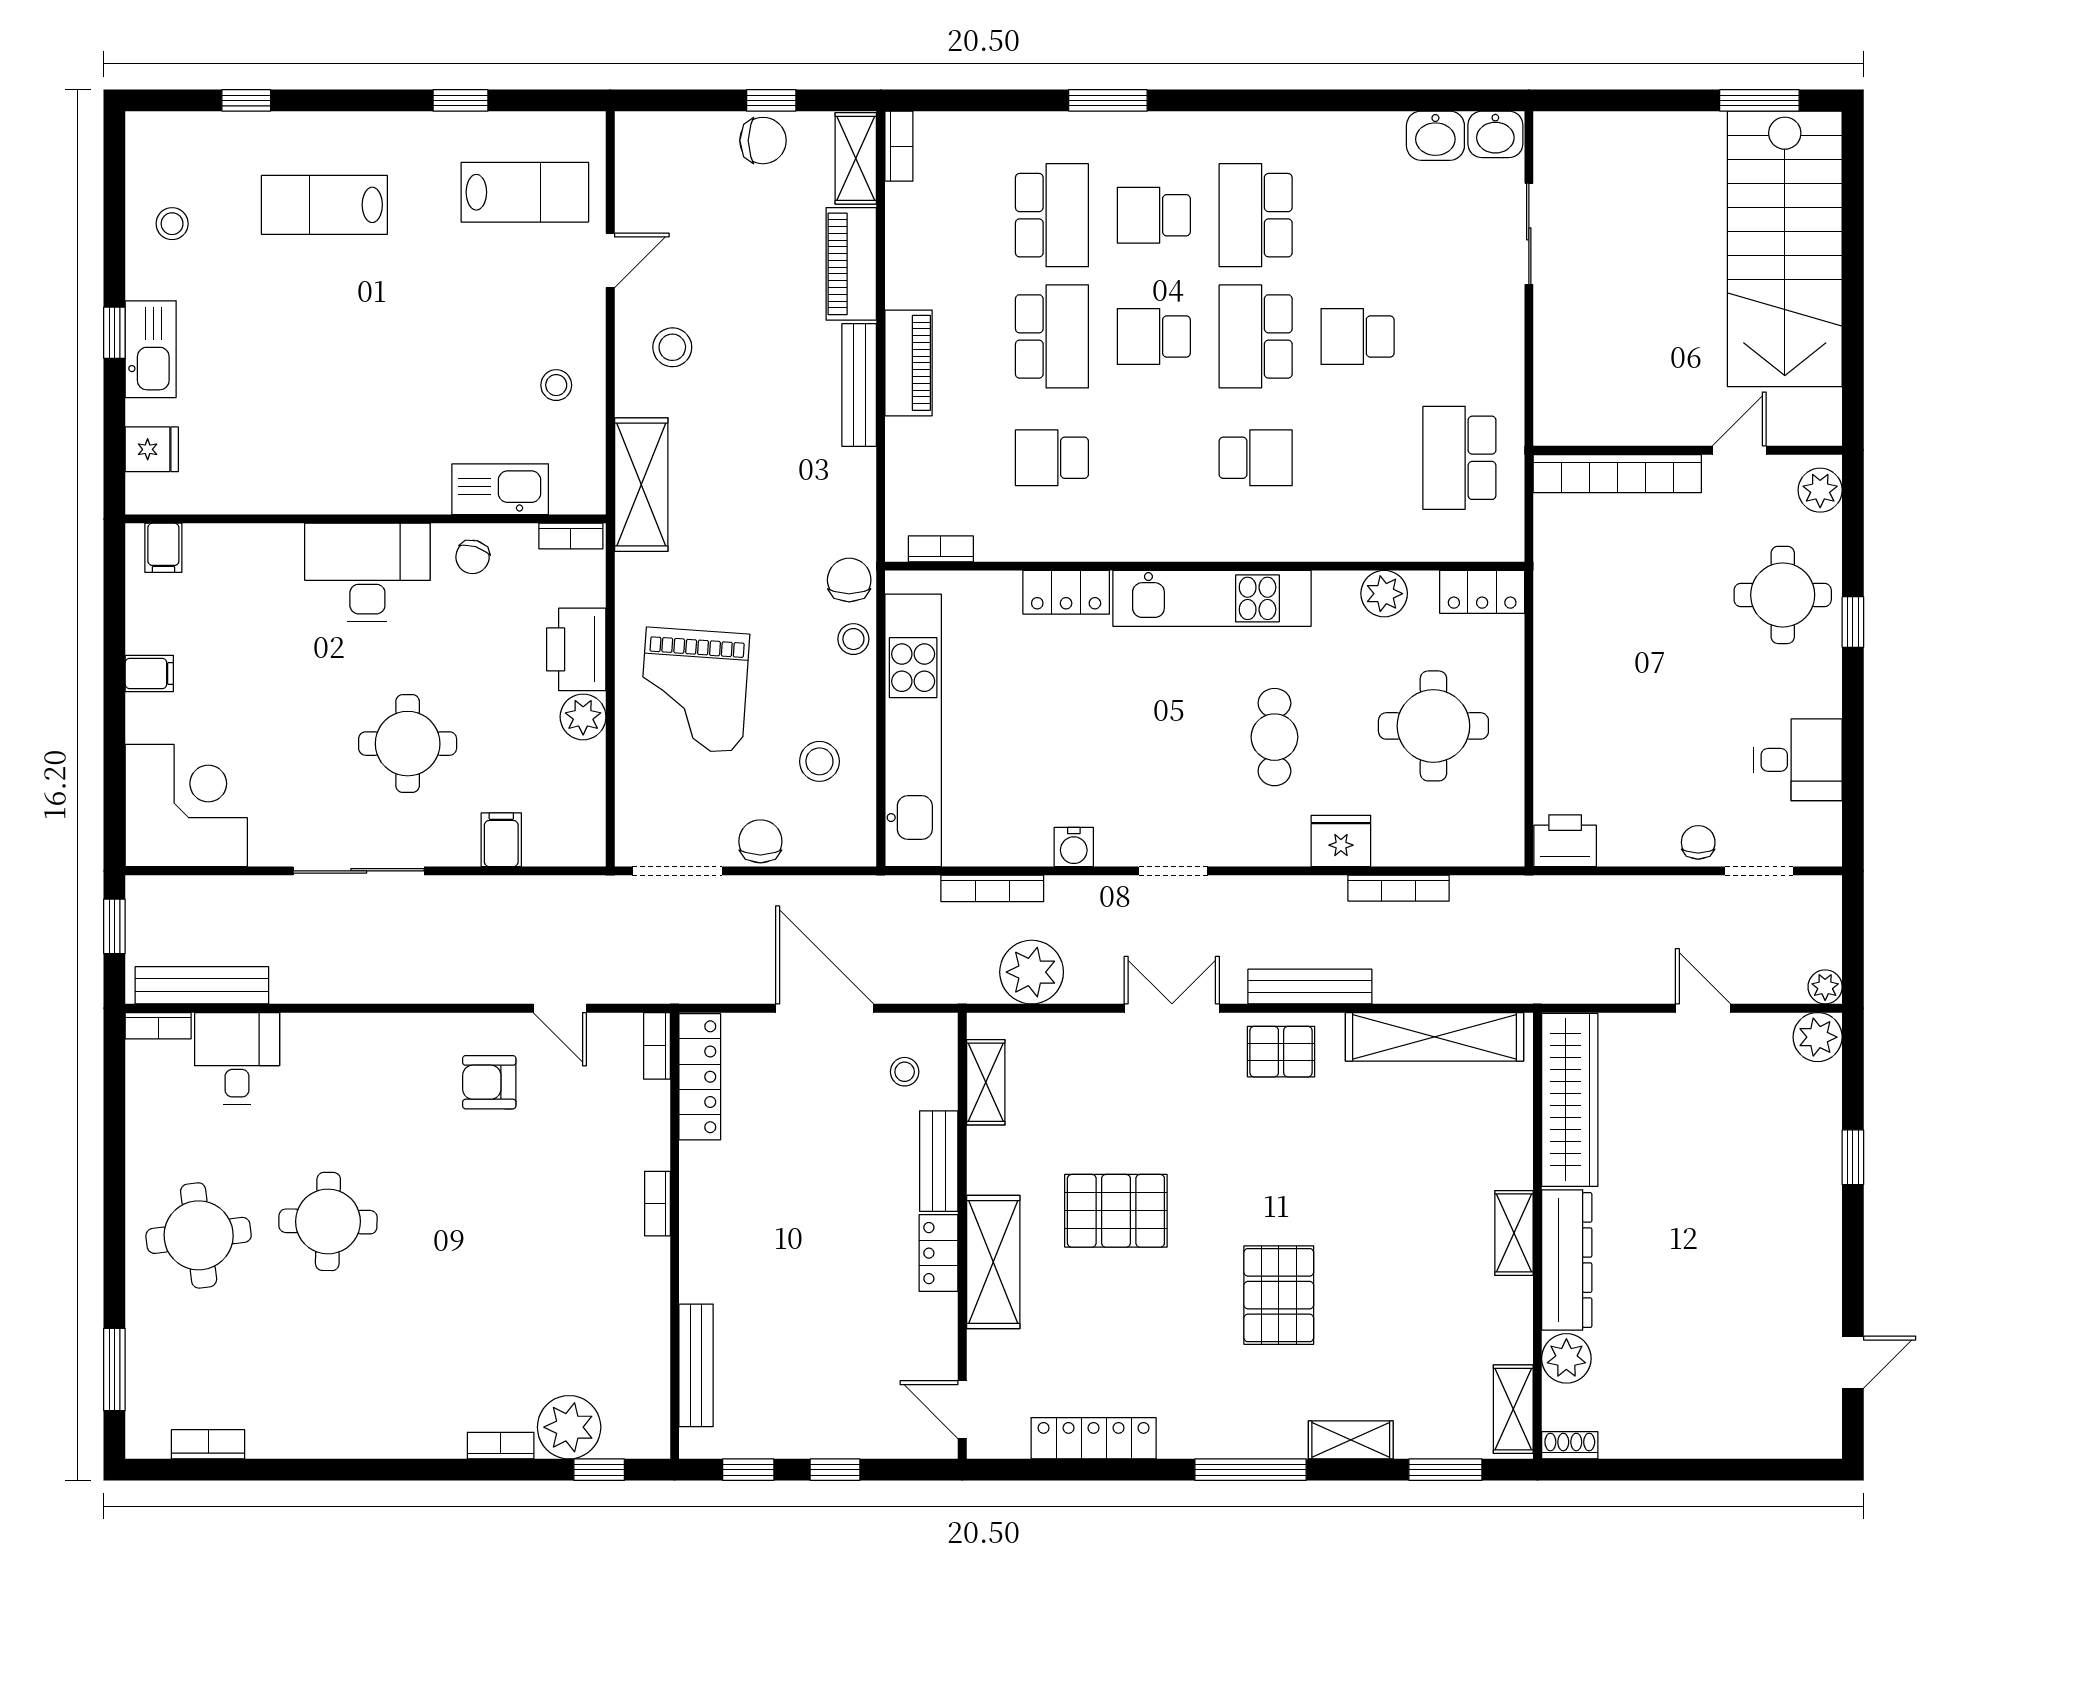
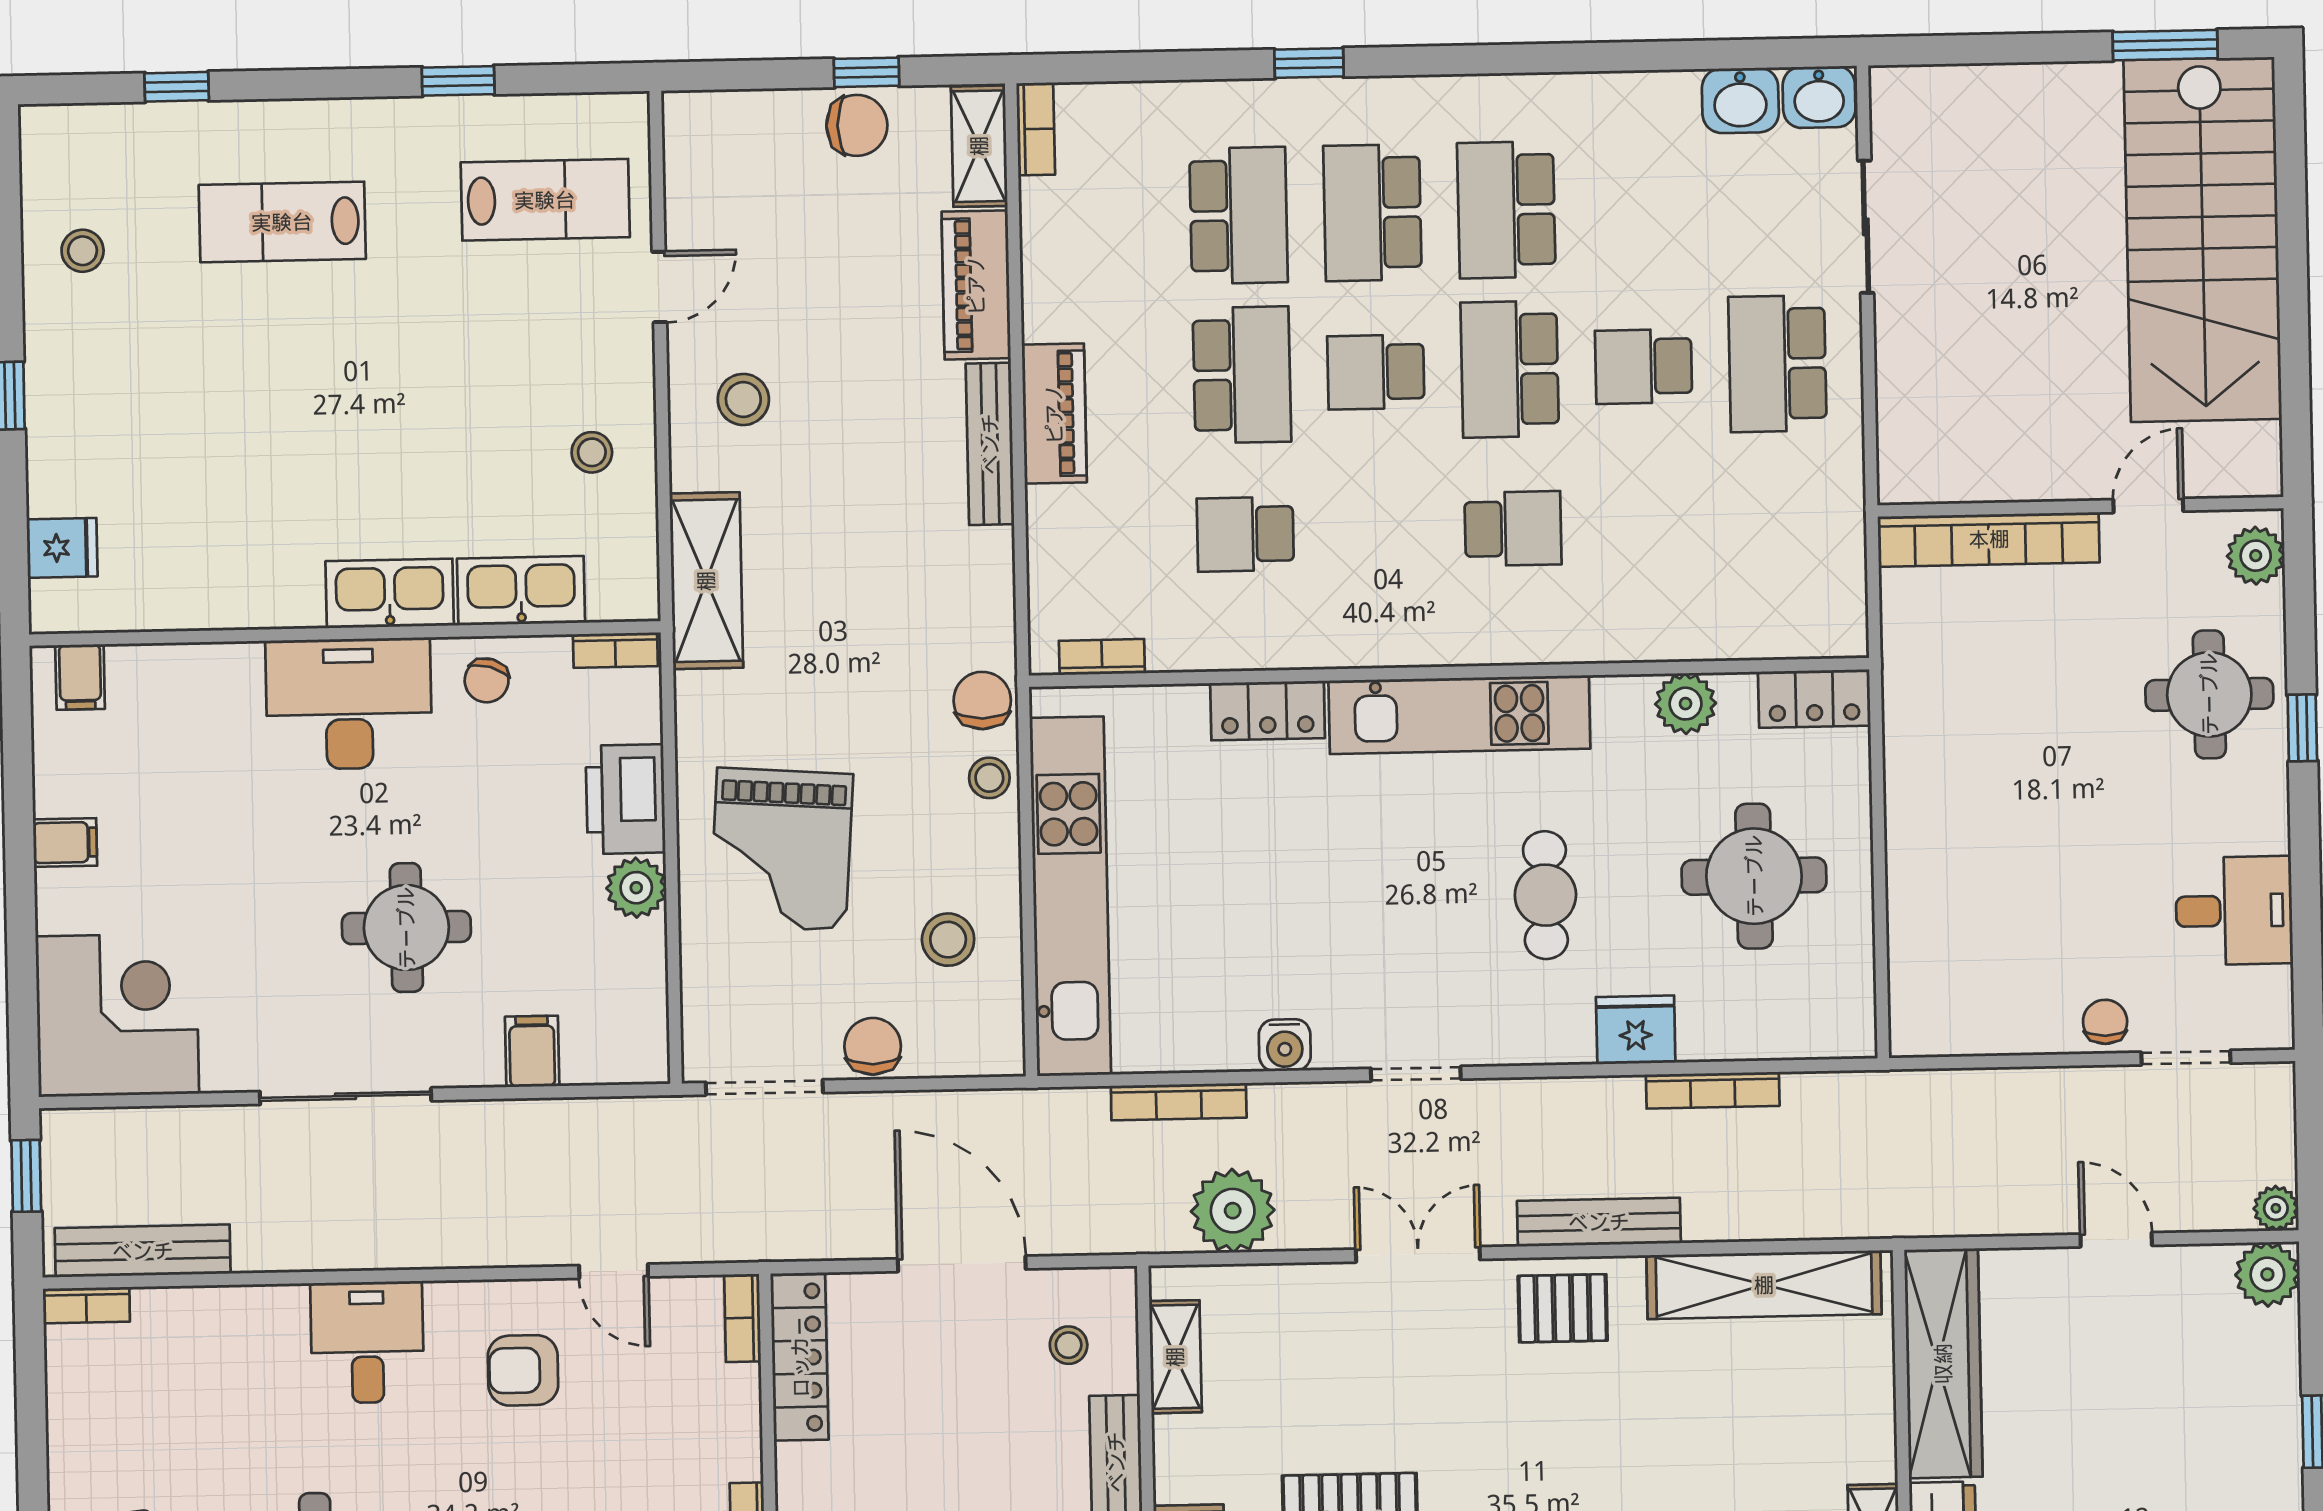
window: (1108, 100) -> (1309, 63), width x0.67
school desk: (1154, 215) -> (1372, 213), width x1.85
kitchen sink: (151, 349) -> (390, 593), moved, turned -90
school desk: (1459, 458) -> (1777, 364), moved
printer: (1565, 841) -> (1930, 1023), removed
desk: (237, 1058) -> (367, 1342), moved

